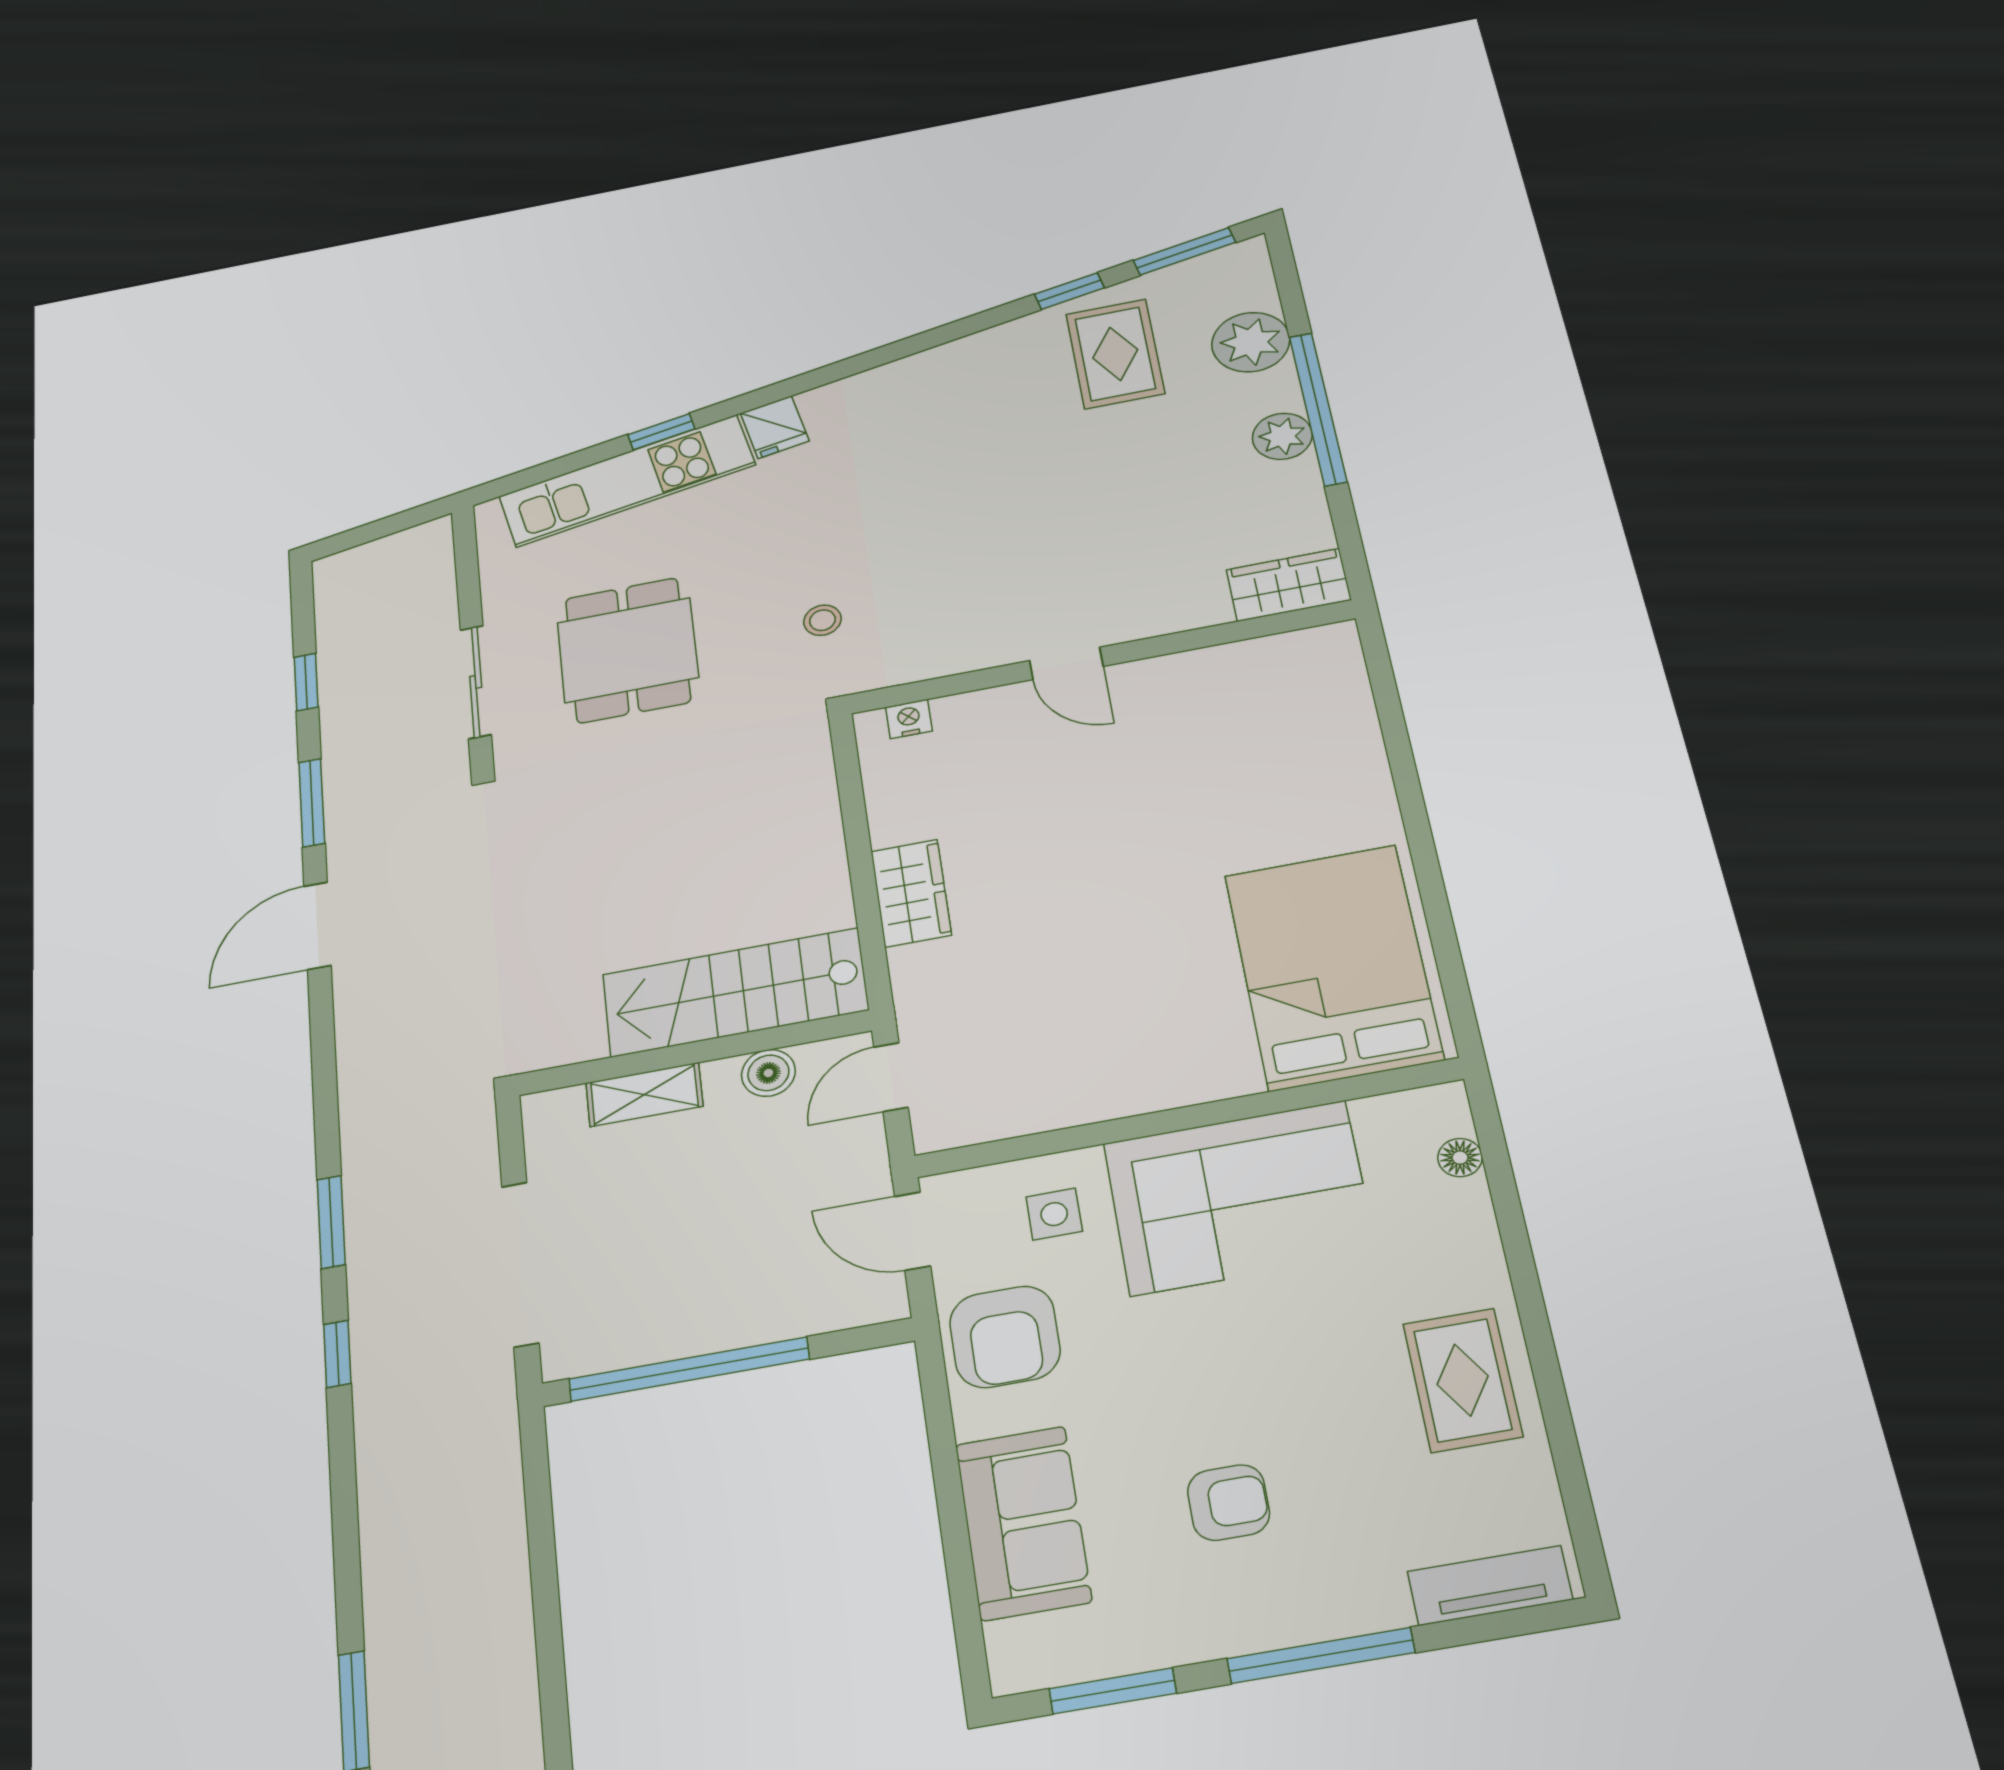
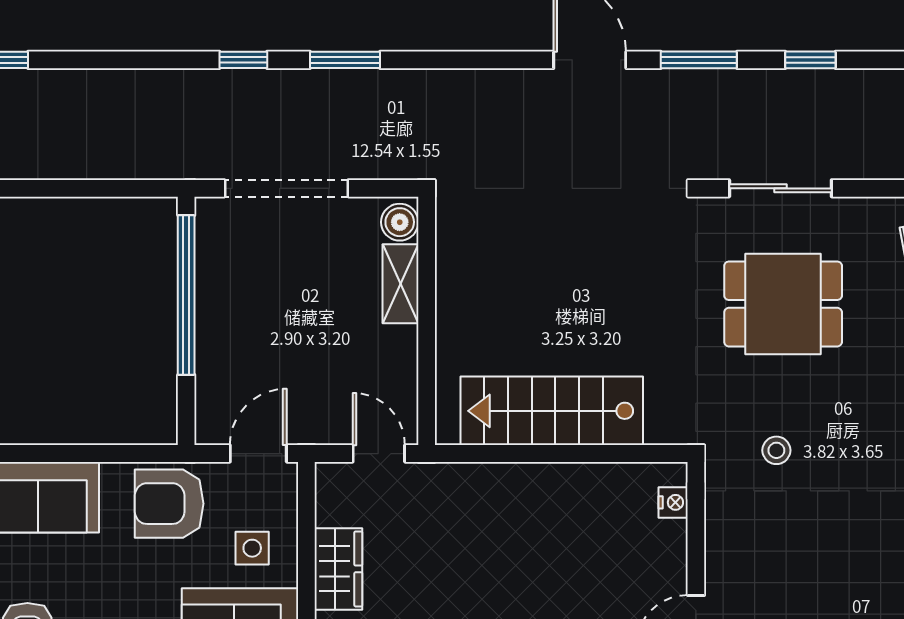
wardrobe: (911, 893) -> (338, 569), moved, turned -90
stairs: (735, 992) -> (552, 411), moved, turned -90
boiler: (768, 1073) -> (400, 222), moved

